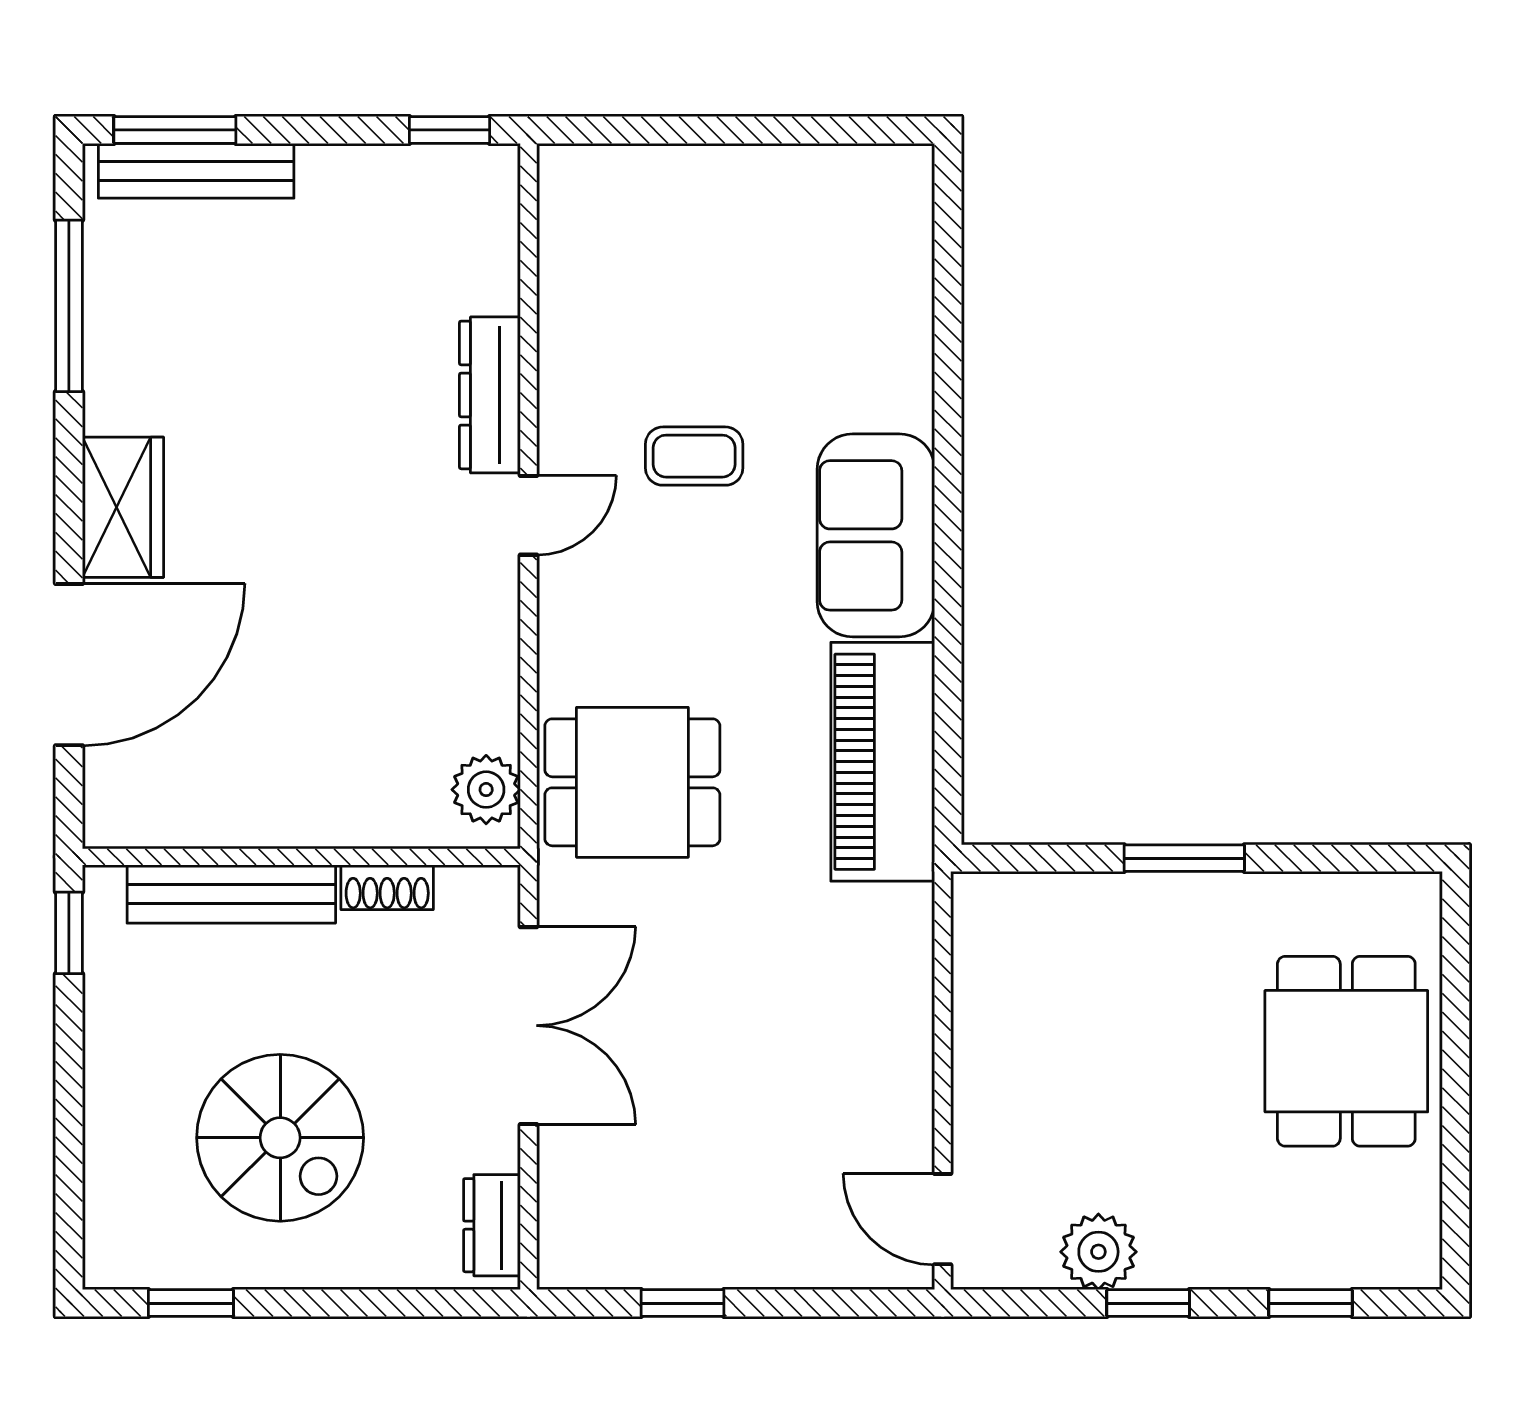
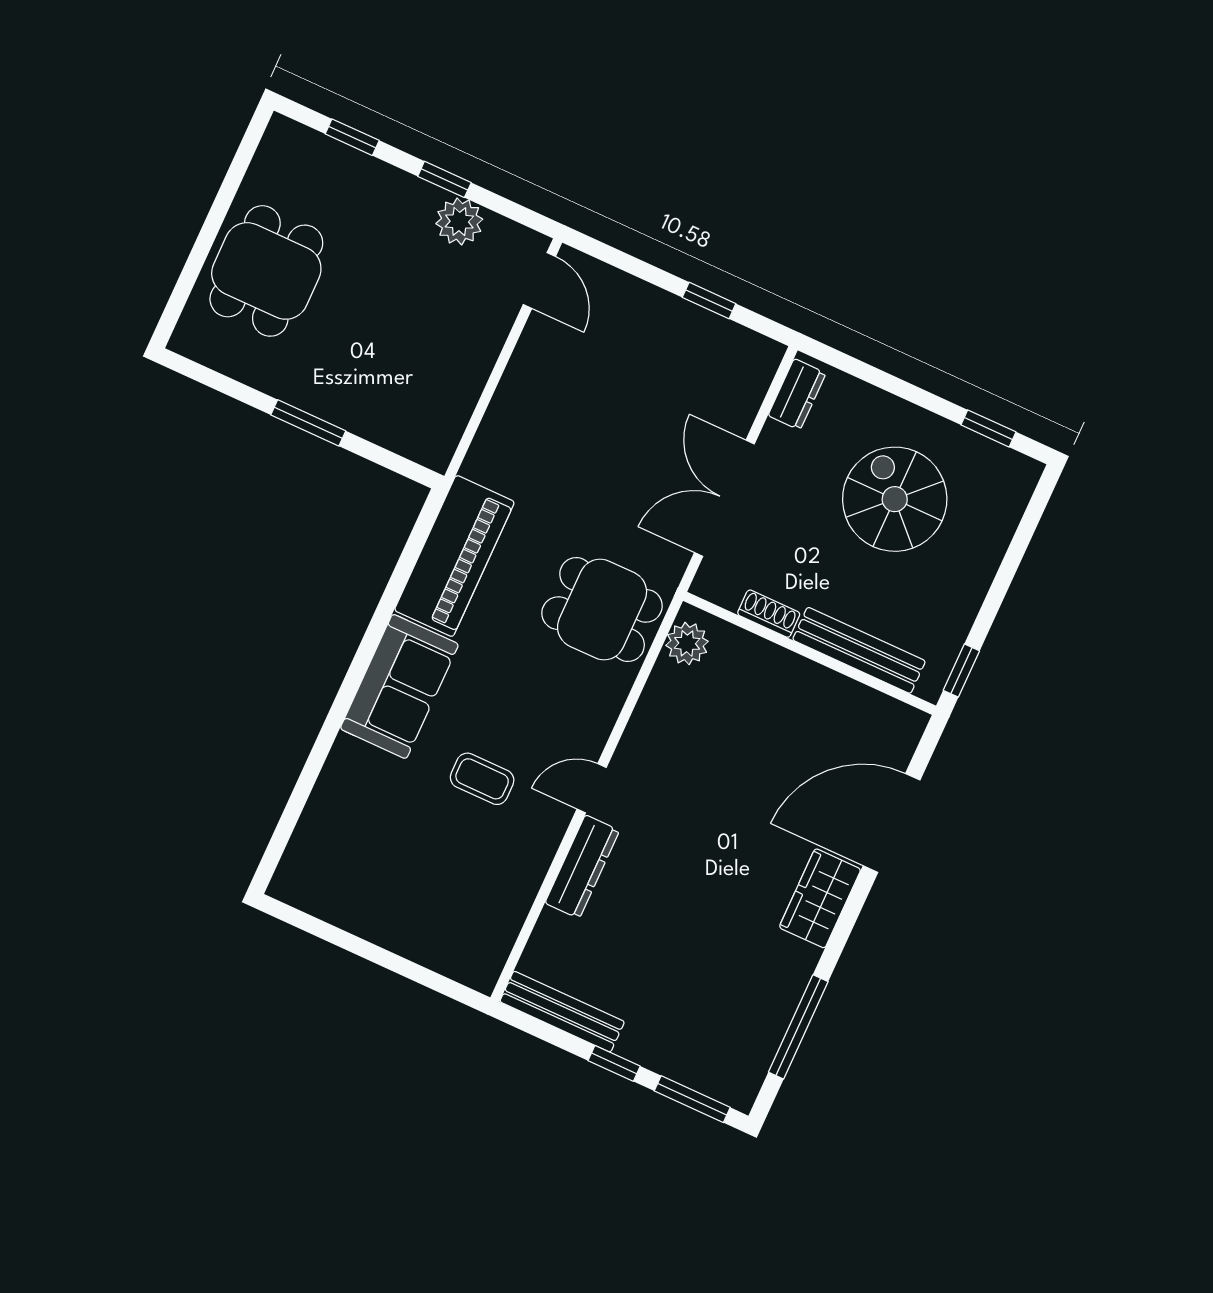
window: (450, 130) -> (614, 1063), moved
bench: (196, 171) -> (562, 1012), moved

